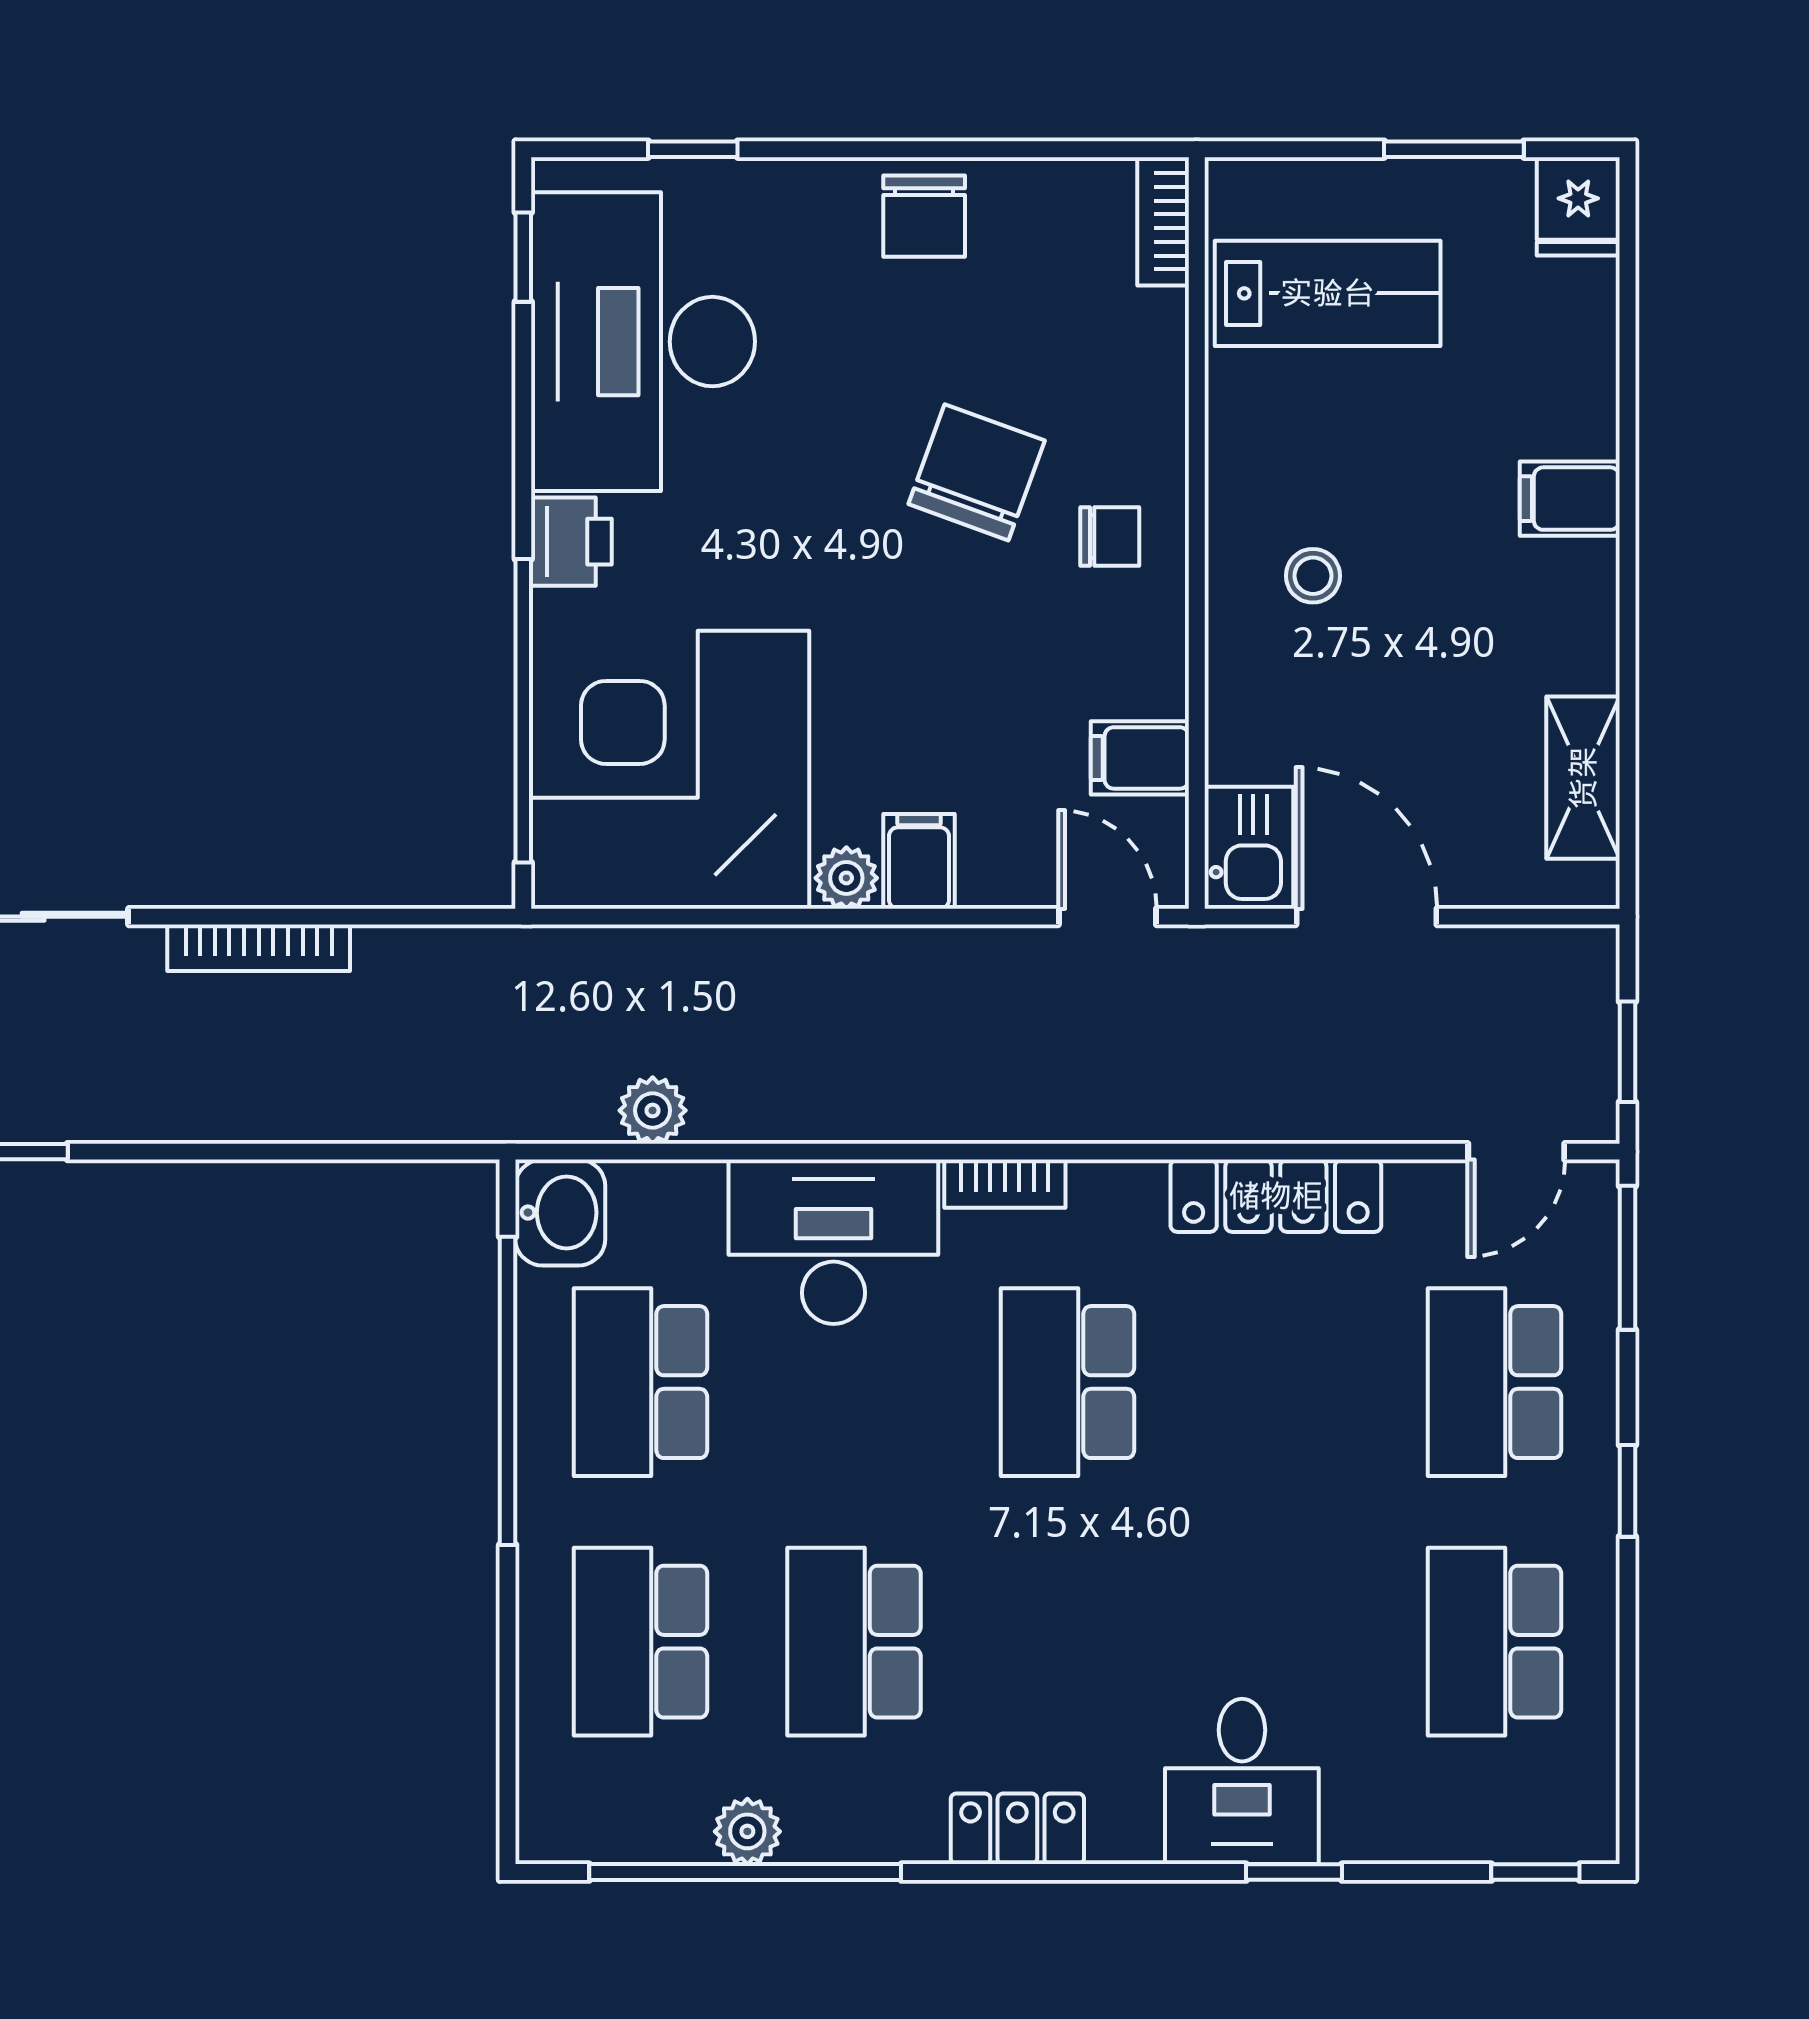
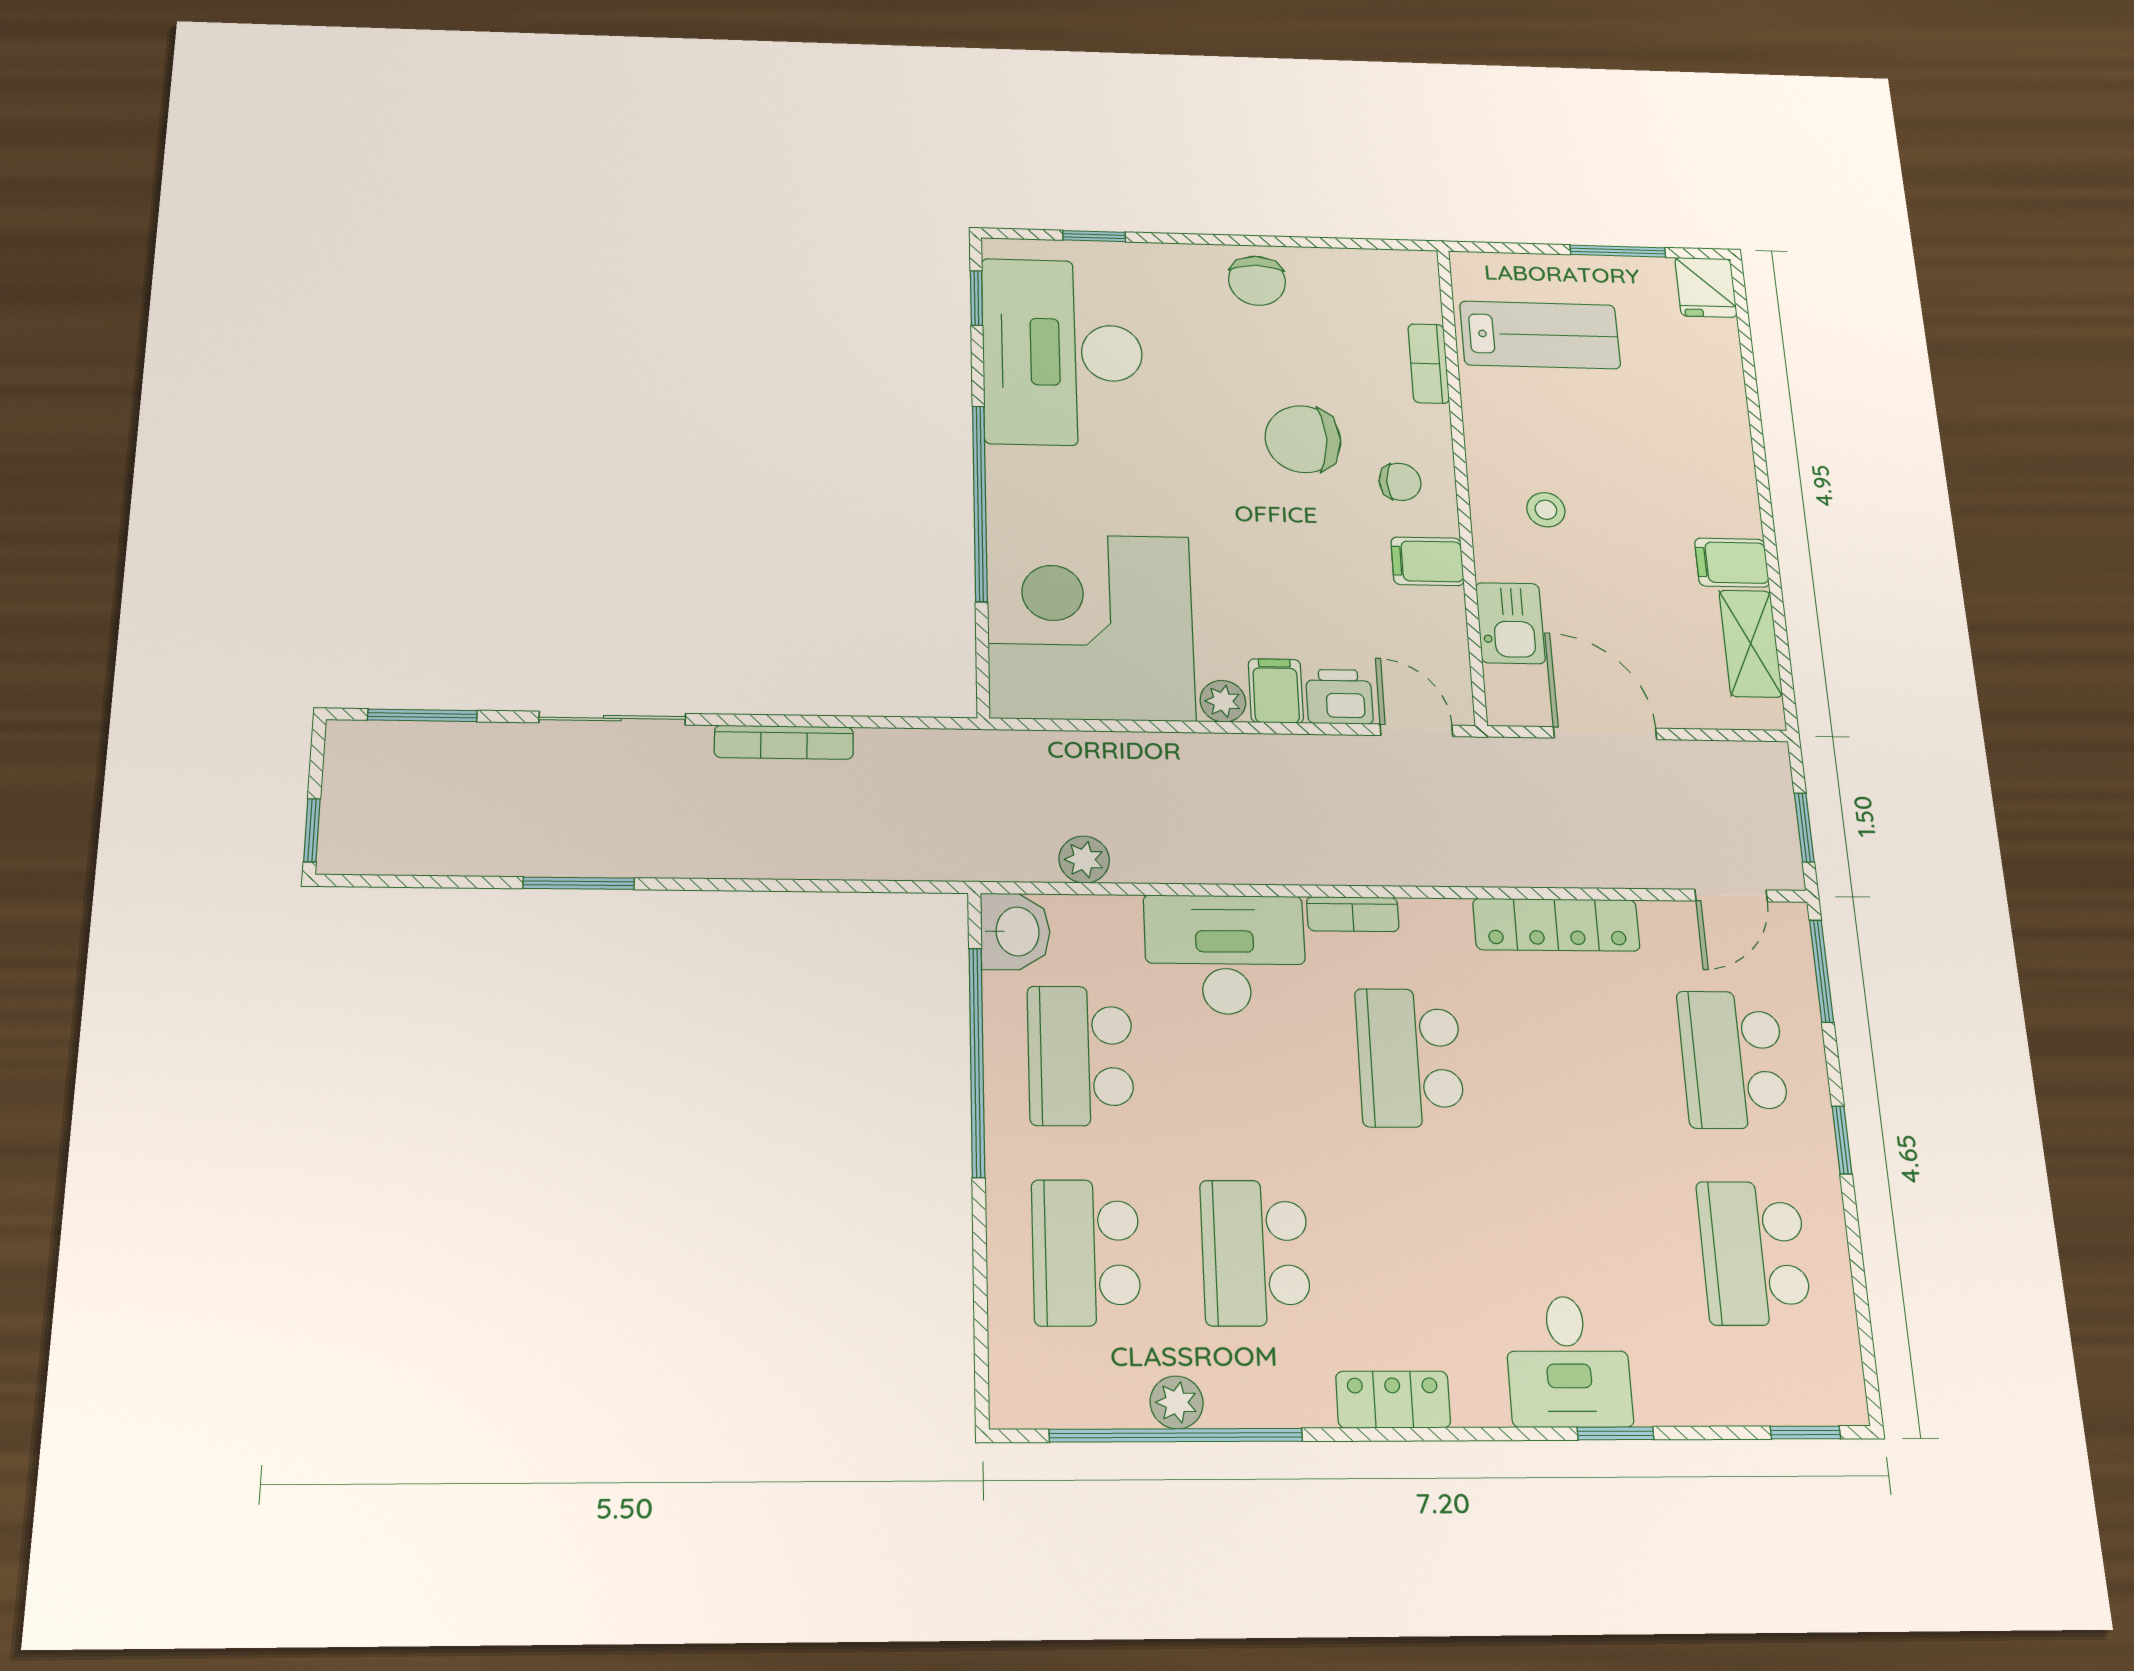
bookcase: (1163, 221) -> (1429, 363), moved
chair: (977, 472) -> (1303, 439), turned -110
filing cabinet: (1570, 499) -> (1732, 563), moved
printer: (571, 542) -> (1339, 697), moved, turned -90
window: (523, 711) -> (980, 503), moved
filing cabinet: (1140, 758) -> (1427, 561), moved
kitchen sink: (1249, 848) -> (1510, 623), moved

